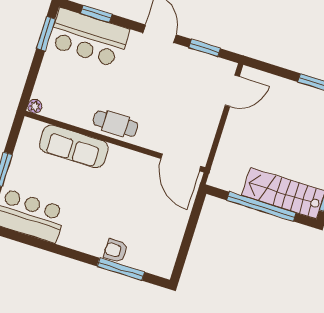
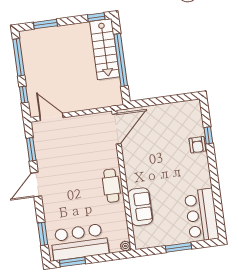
bar counter: (89, 38) -> (79, 242), moved, turned -90
window: (275, 70) -> (24, 95), added
sofa: (74, 146) -> (140, 207), width x0.73
window: (121, 269) -> (208, 135), width x0.46

